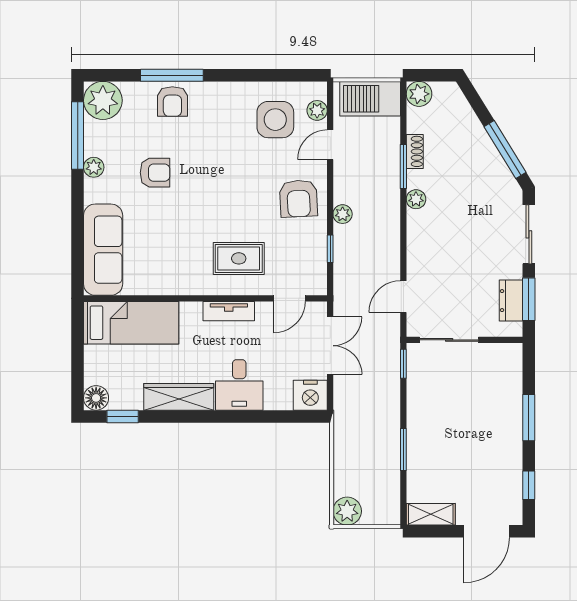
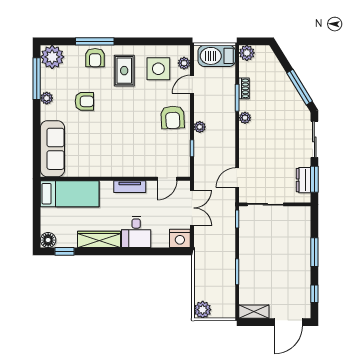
rug: (239, 258) -> (124, 71), moved, turned 90

